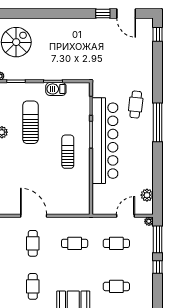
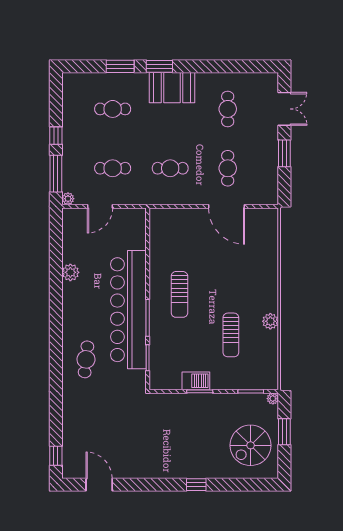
window: (103, 14) -> (196, 485), moved
sun lounger: (30, 122) -> (231, 335), width x0.73, depth x0.75
window: (158, 122) -> (56, 335), removed
plant: (147, 195) -> (70, 272), moved

